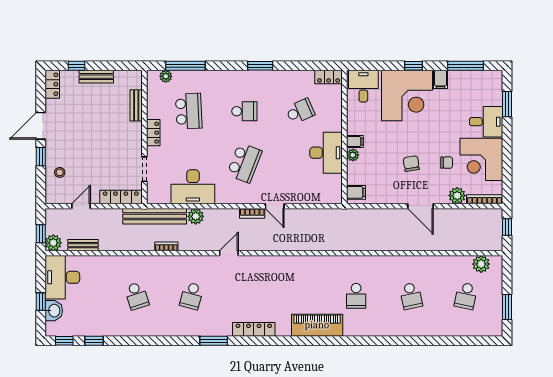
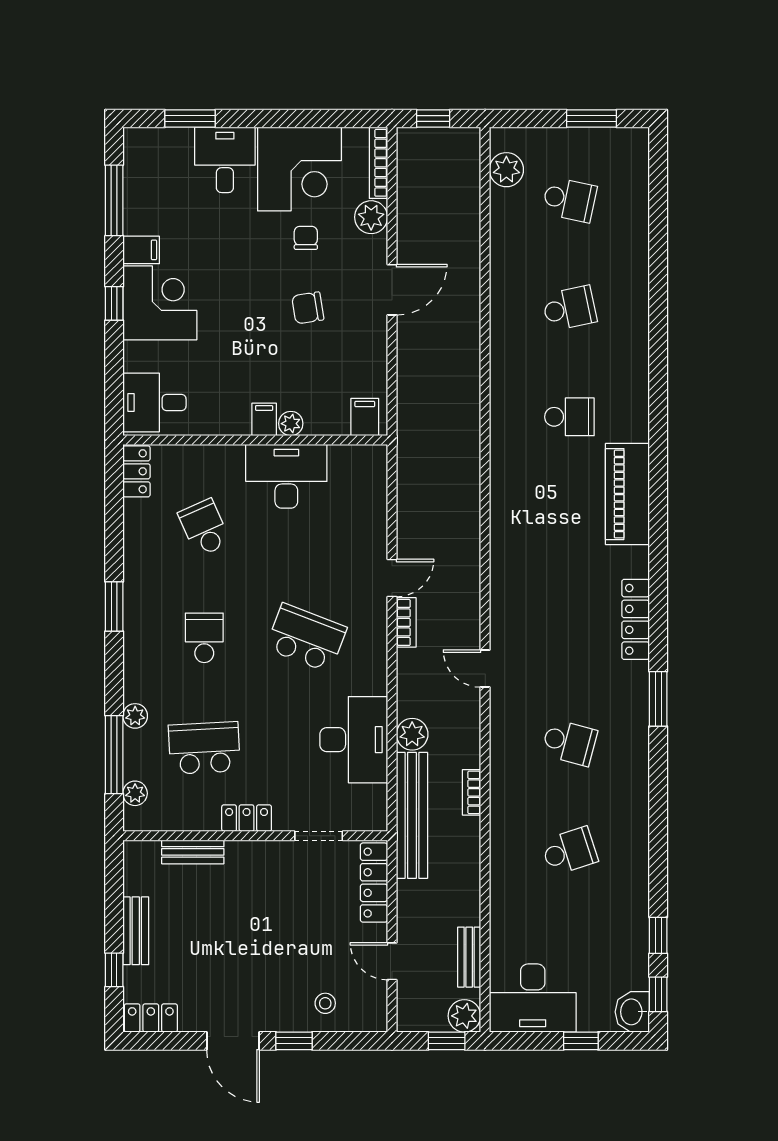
plant: (205, 76) -> (135, 716), added
corner desk: (407, 96) -> (160, 303), width x0.74, depth x0.74
washbasin: (54, 311) -> (632, 1012), moved, turned -90

